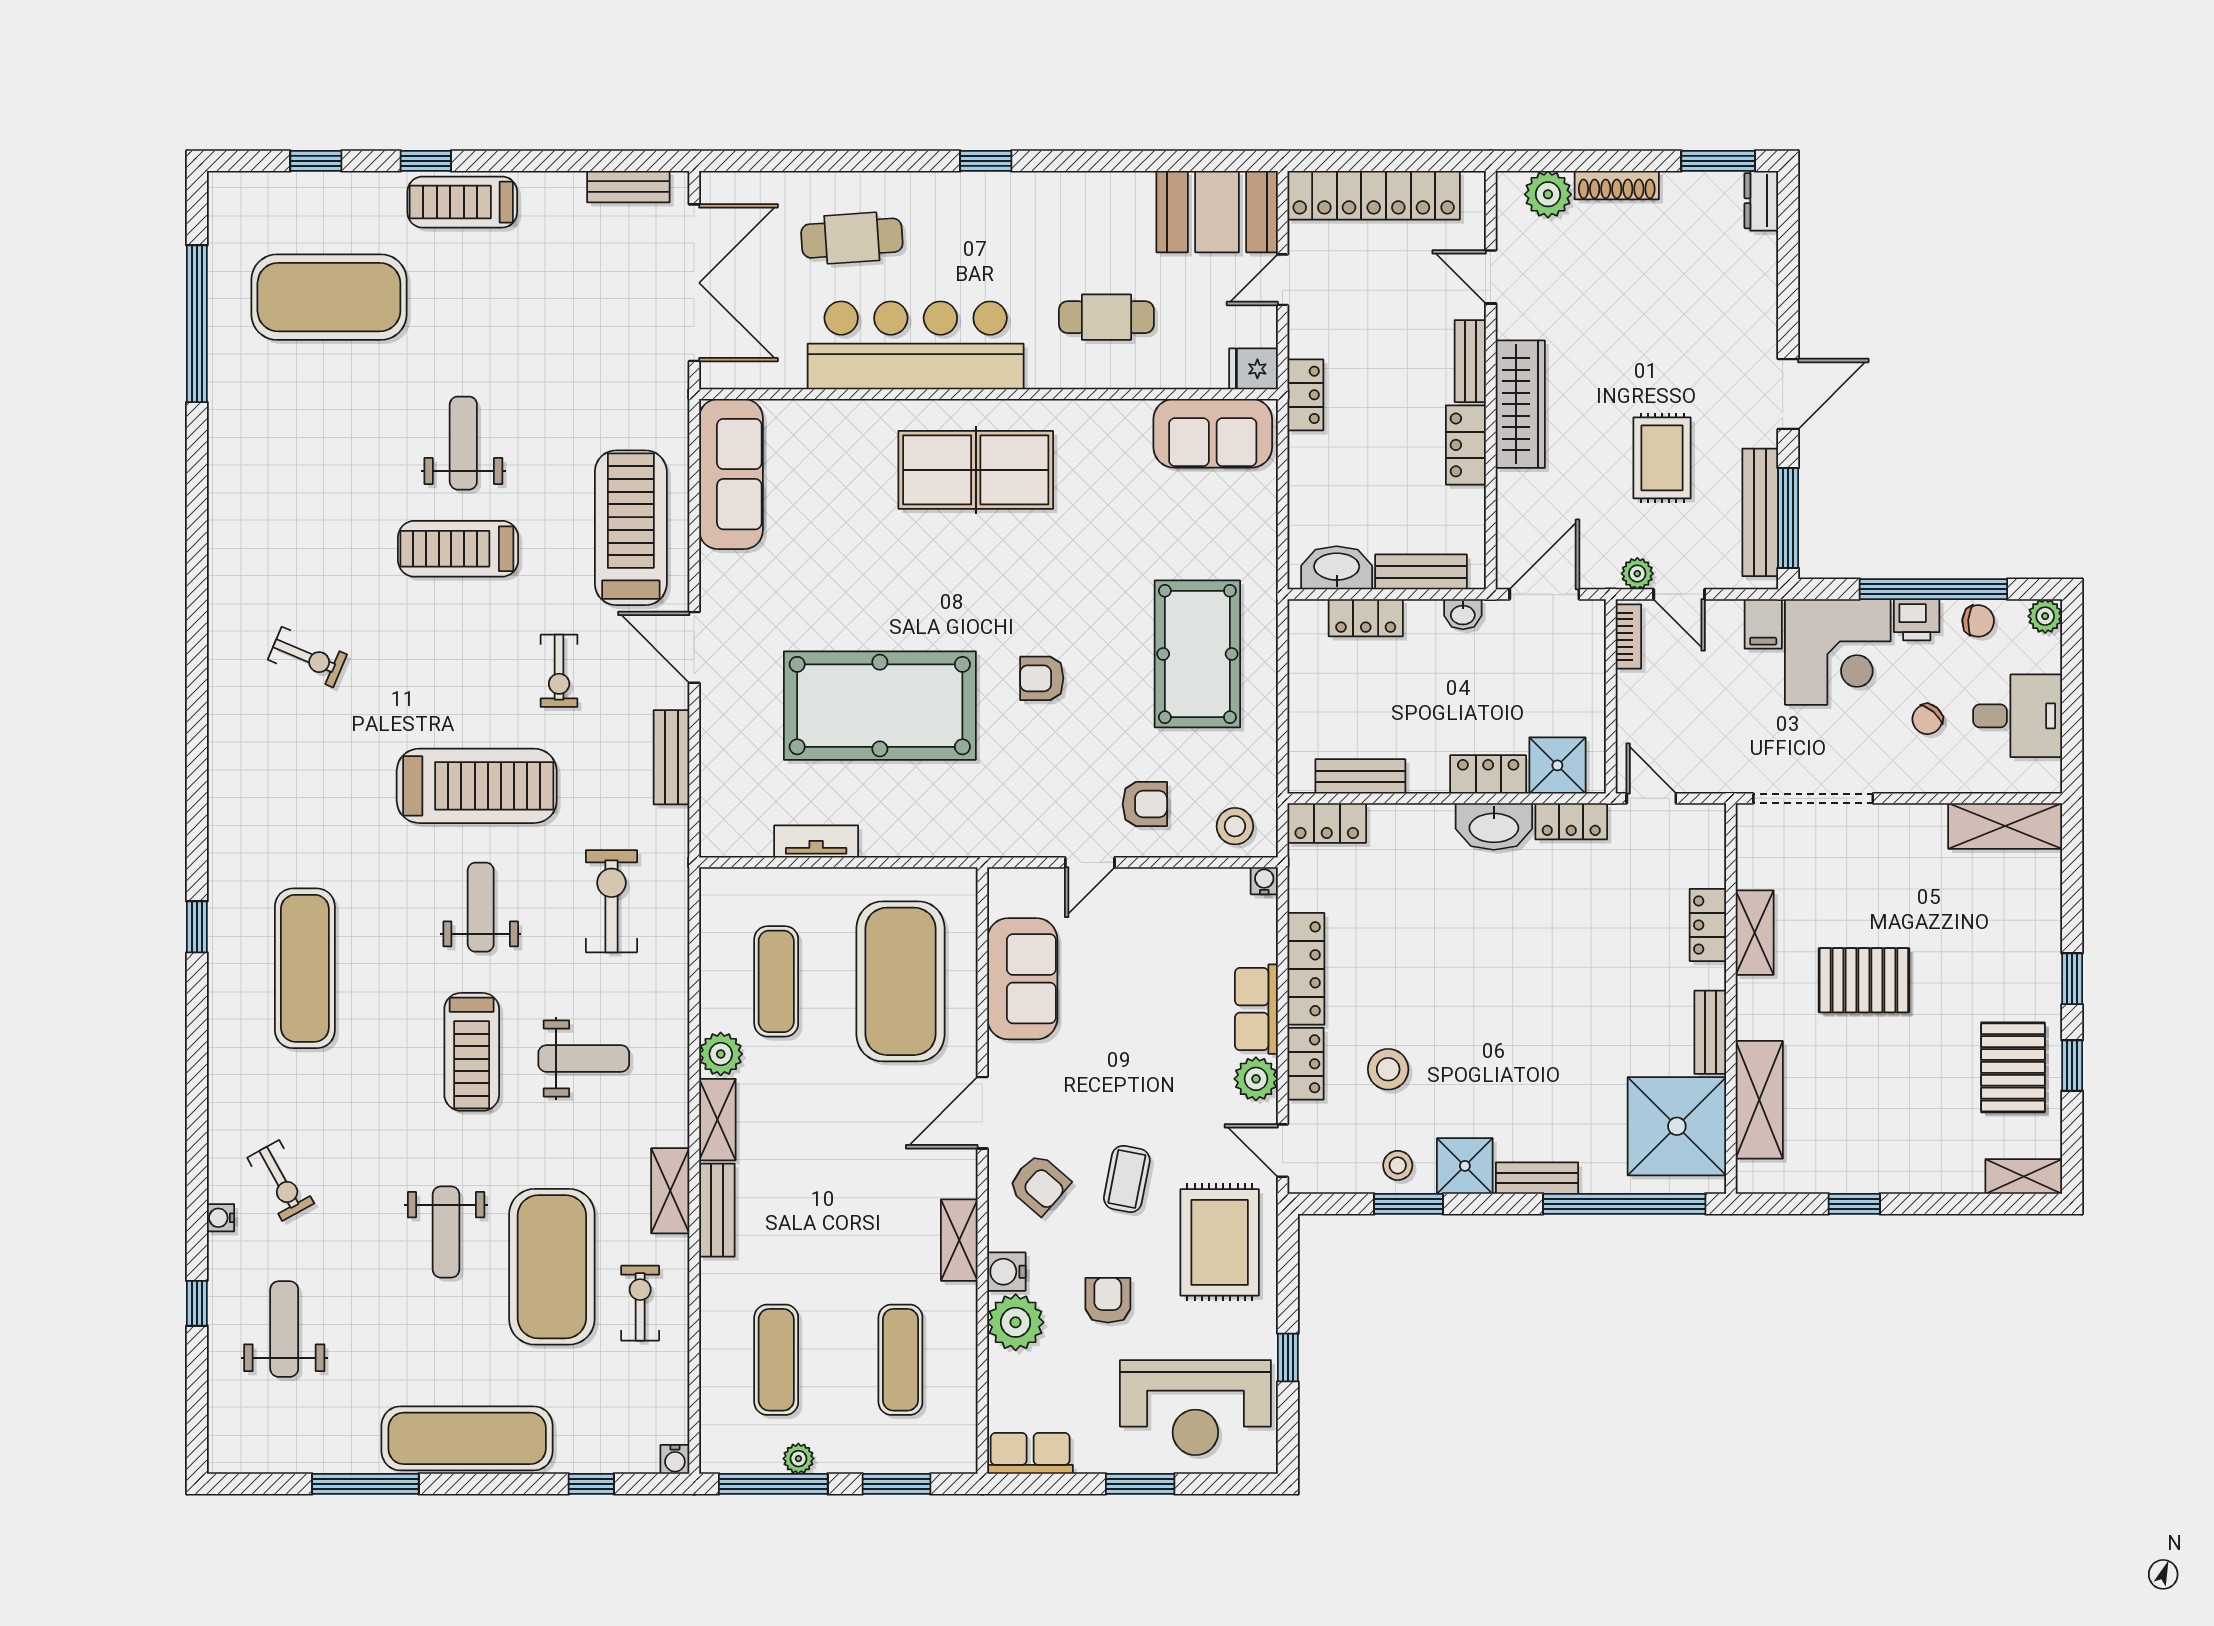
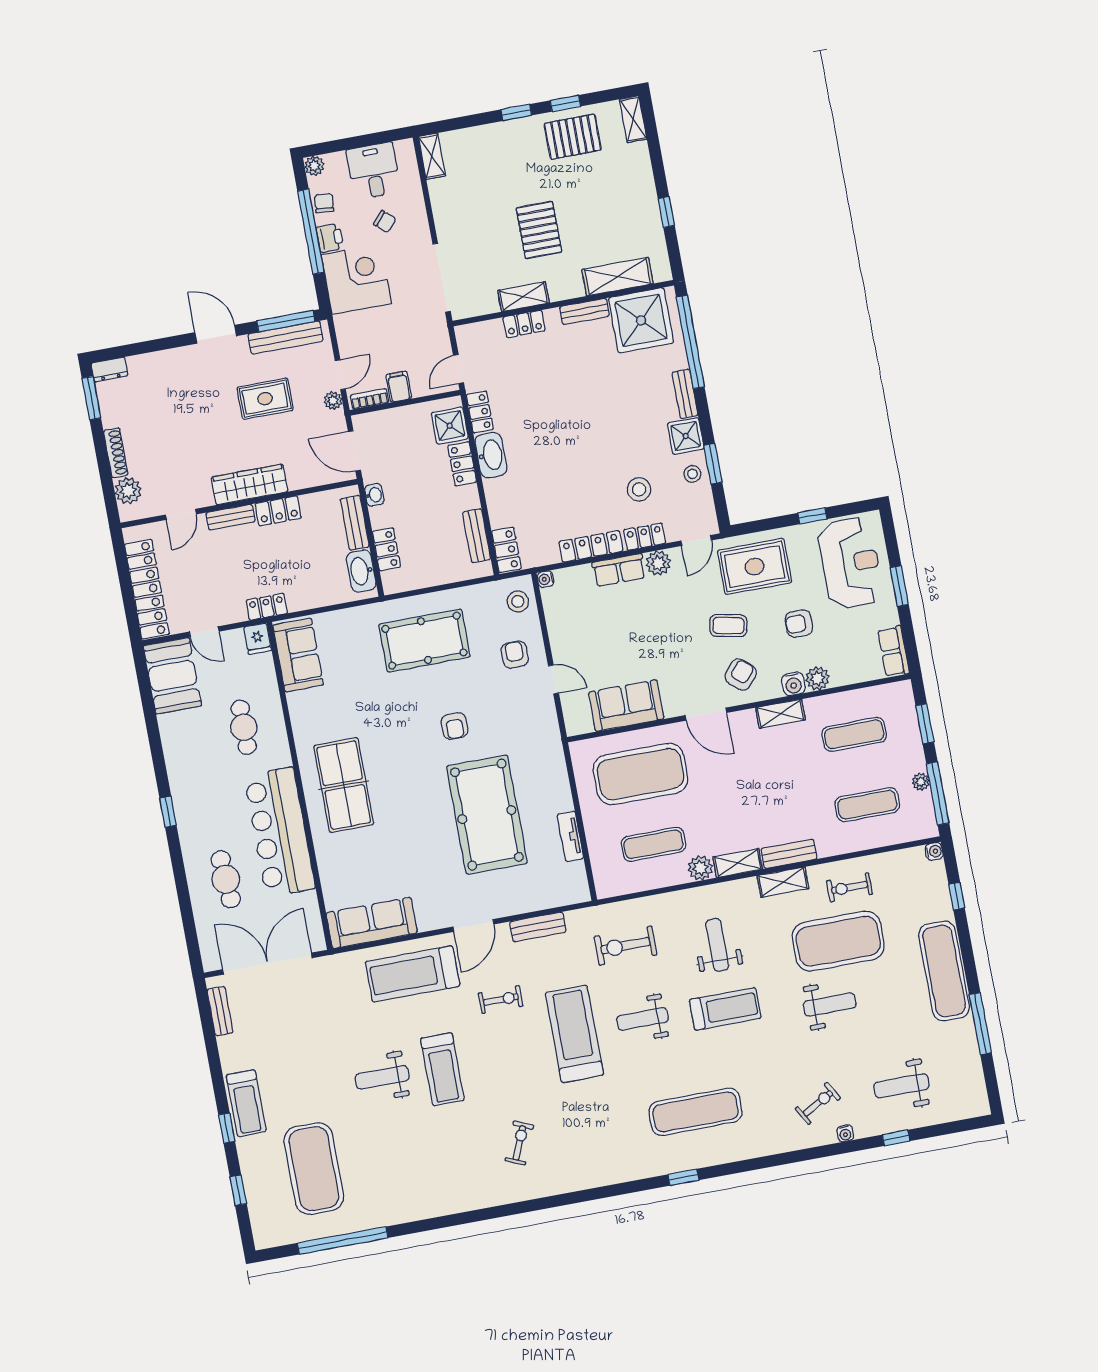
filing cabinet: (1763, 624) -> (399, 387), moved, turned -90
shelving: (2005, 826) -> (432, 156), width x0.67, depth x0.75
plant: (1016, 1322) -> (818, 678), width x0.73, depth x0.73

